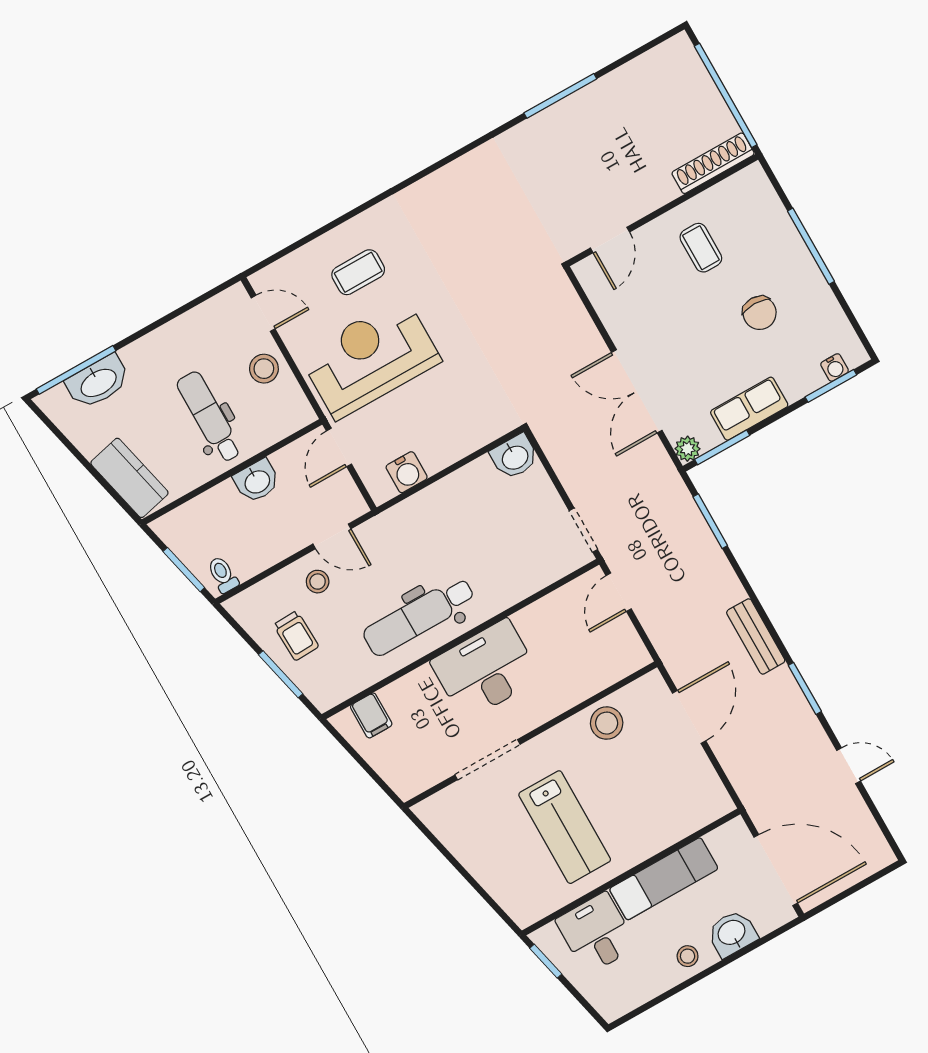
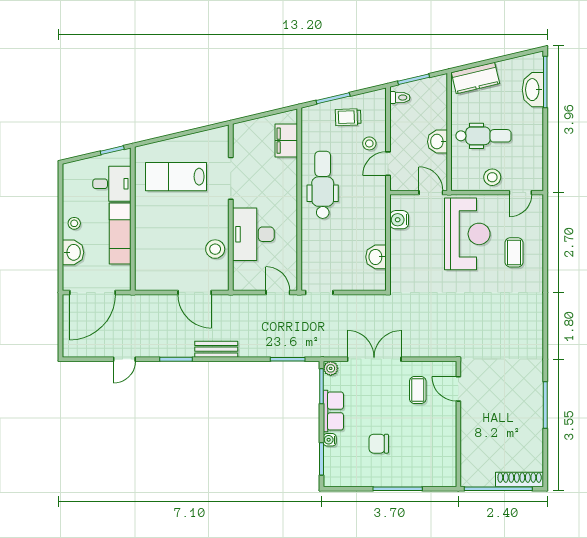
shoe rack: (713, 163) -> (520, 479), moved, turned -90
coffee table: (701, 248) -> (418, 390), moved, turned 90
water cooler: (835, 368) -> (330, 440), moved
washbasin: (515, 457) -> (376, 257), moved
desk: (486, 670) -> (253, 234), moved, turned 180
filing cabinet: (371, 715) -> (286, 141), width x2.00
lab bench: (565, 827) -> (176, 177), moved

